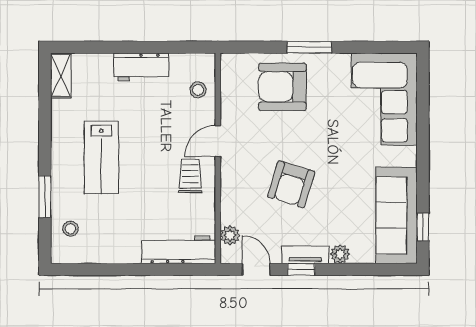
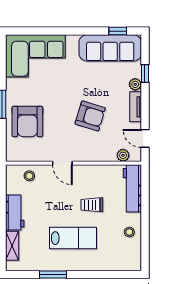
shelving: (61, 75) -> (12, 246), moved, turned 90
trolley: (190, 176) -> (92, 205), moved
window: (45, 197) -> (53, 274), moved
stool: (70, 229) -> (129, 232), moved
door: (256, 269) -> (145, 138), hinge flipped
window: (301, 269) -> (145, 74), moved

